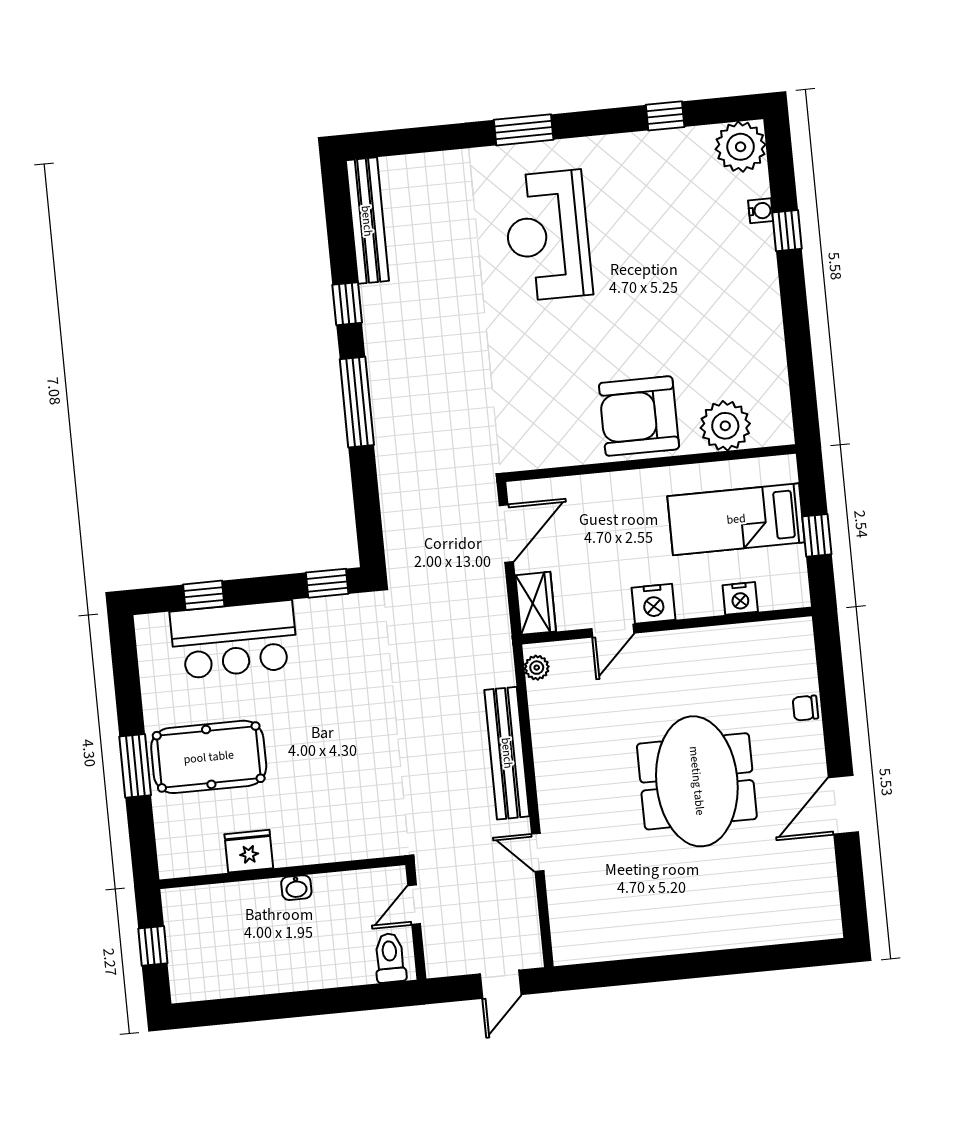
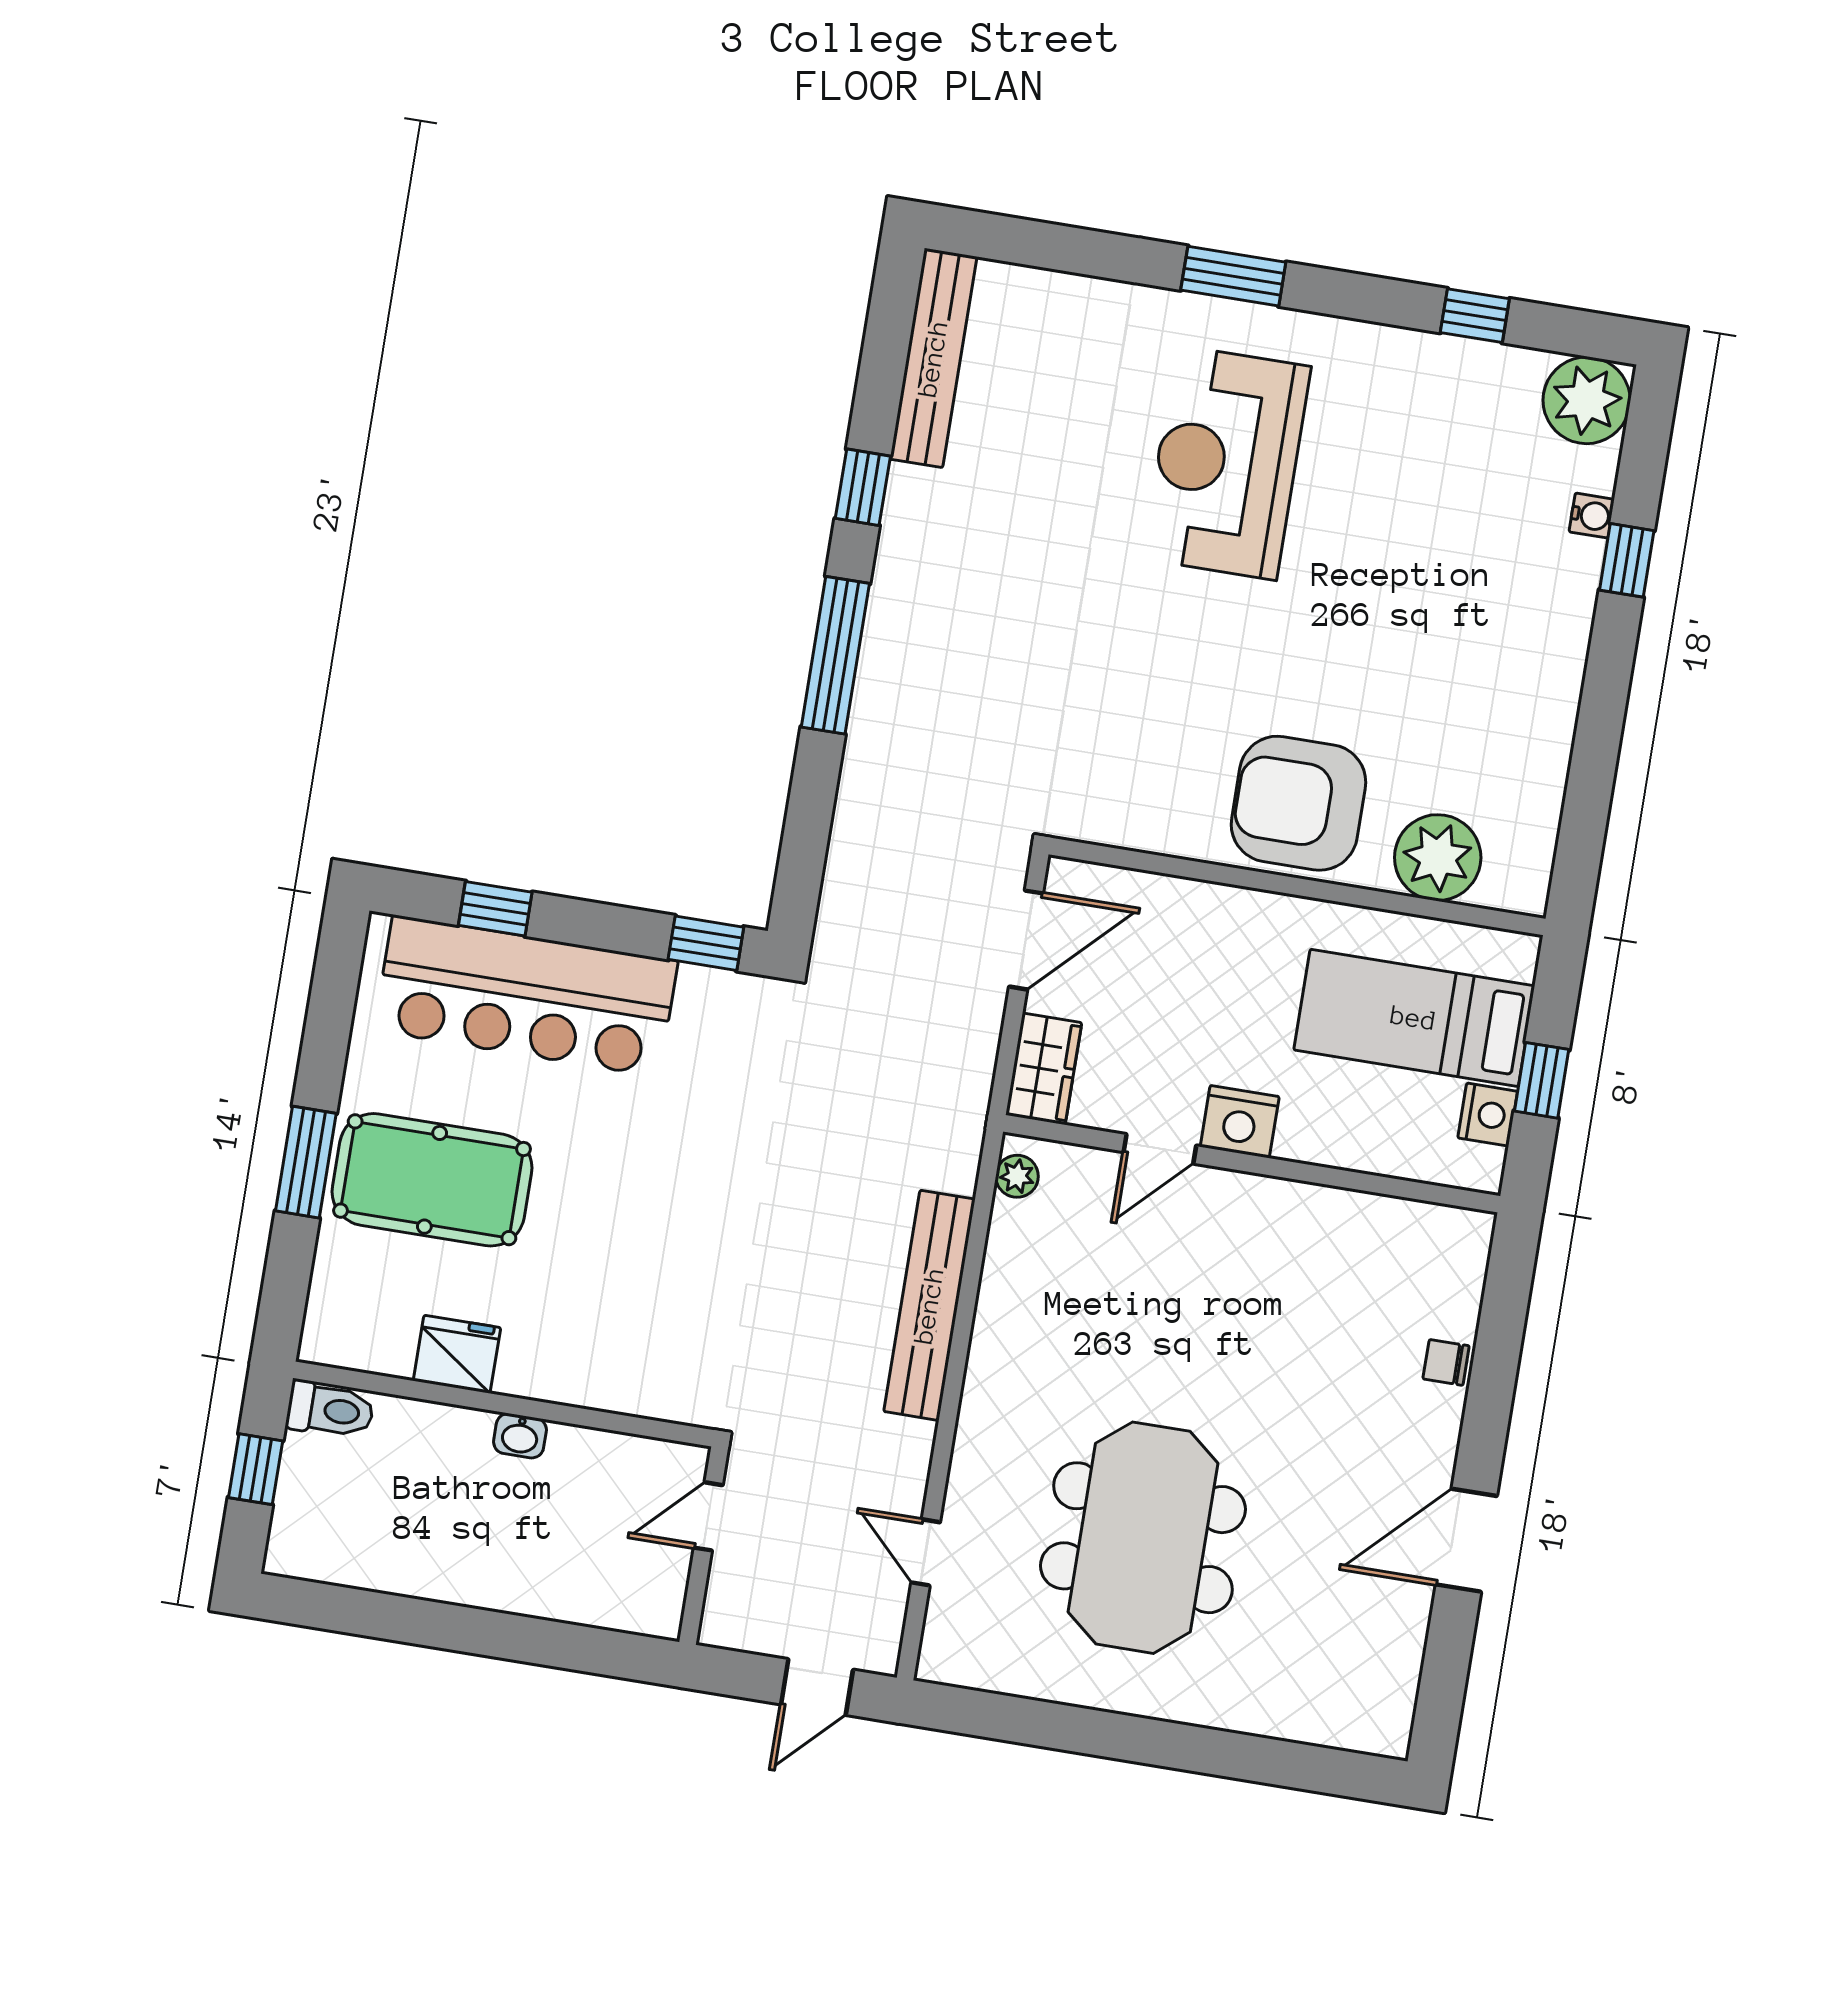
nightstand: (740, 598) -> (1488, 1115), moved, turned -90
bar counter: (234, 640) -> (526, 996), width x1.36
meeting table: (697, 781) -> (1143, 1538), moved
door: (538, 852) -> (926, 1552), moved
toilet: (390, 958) -> (330, 1410), moved, turned 90

